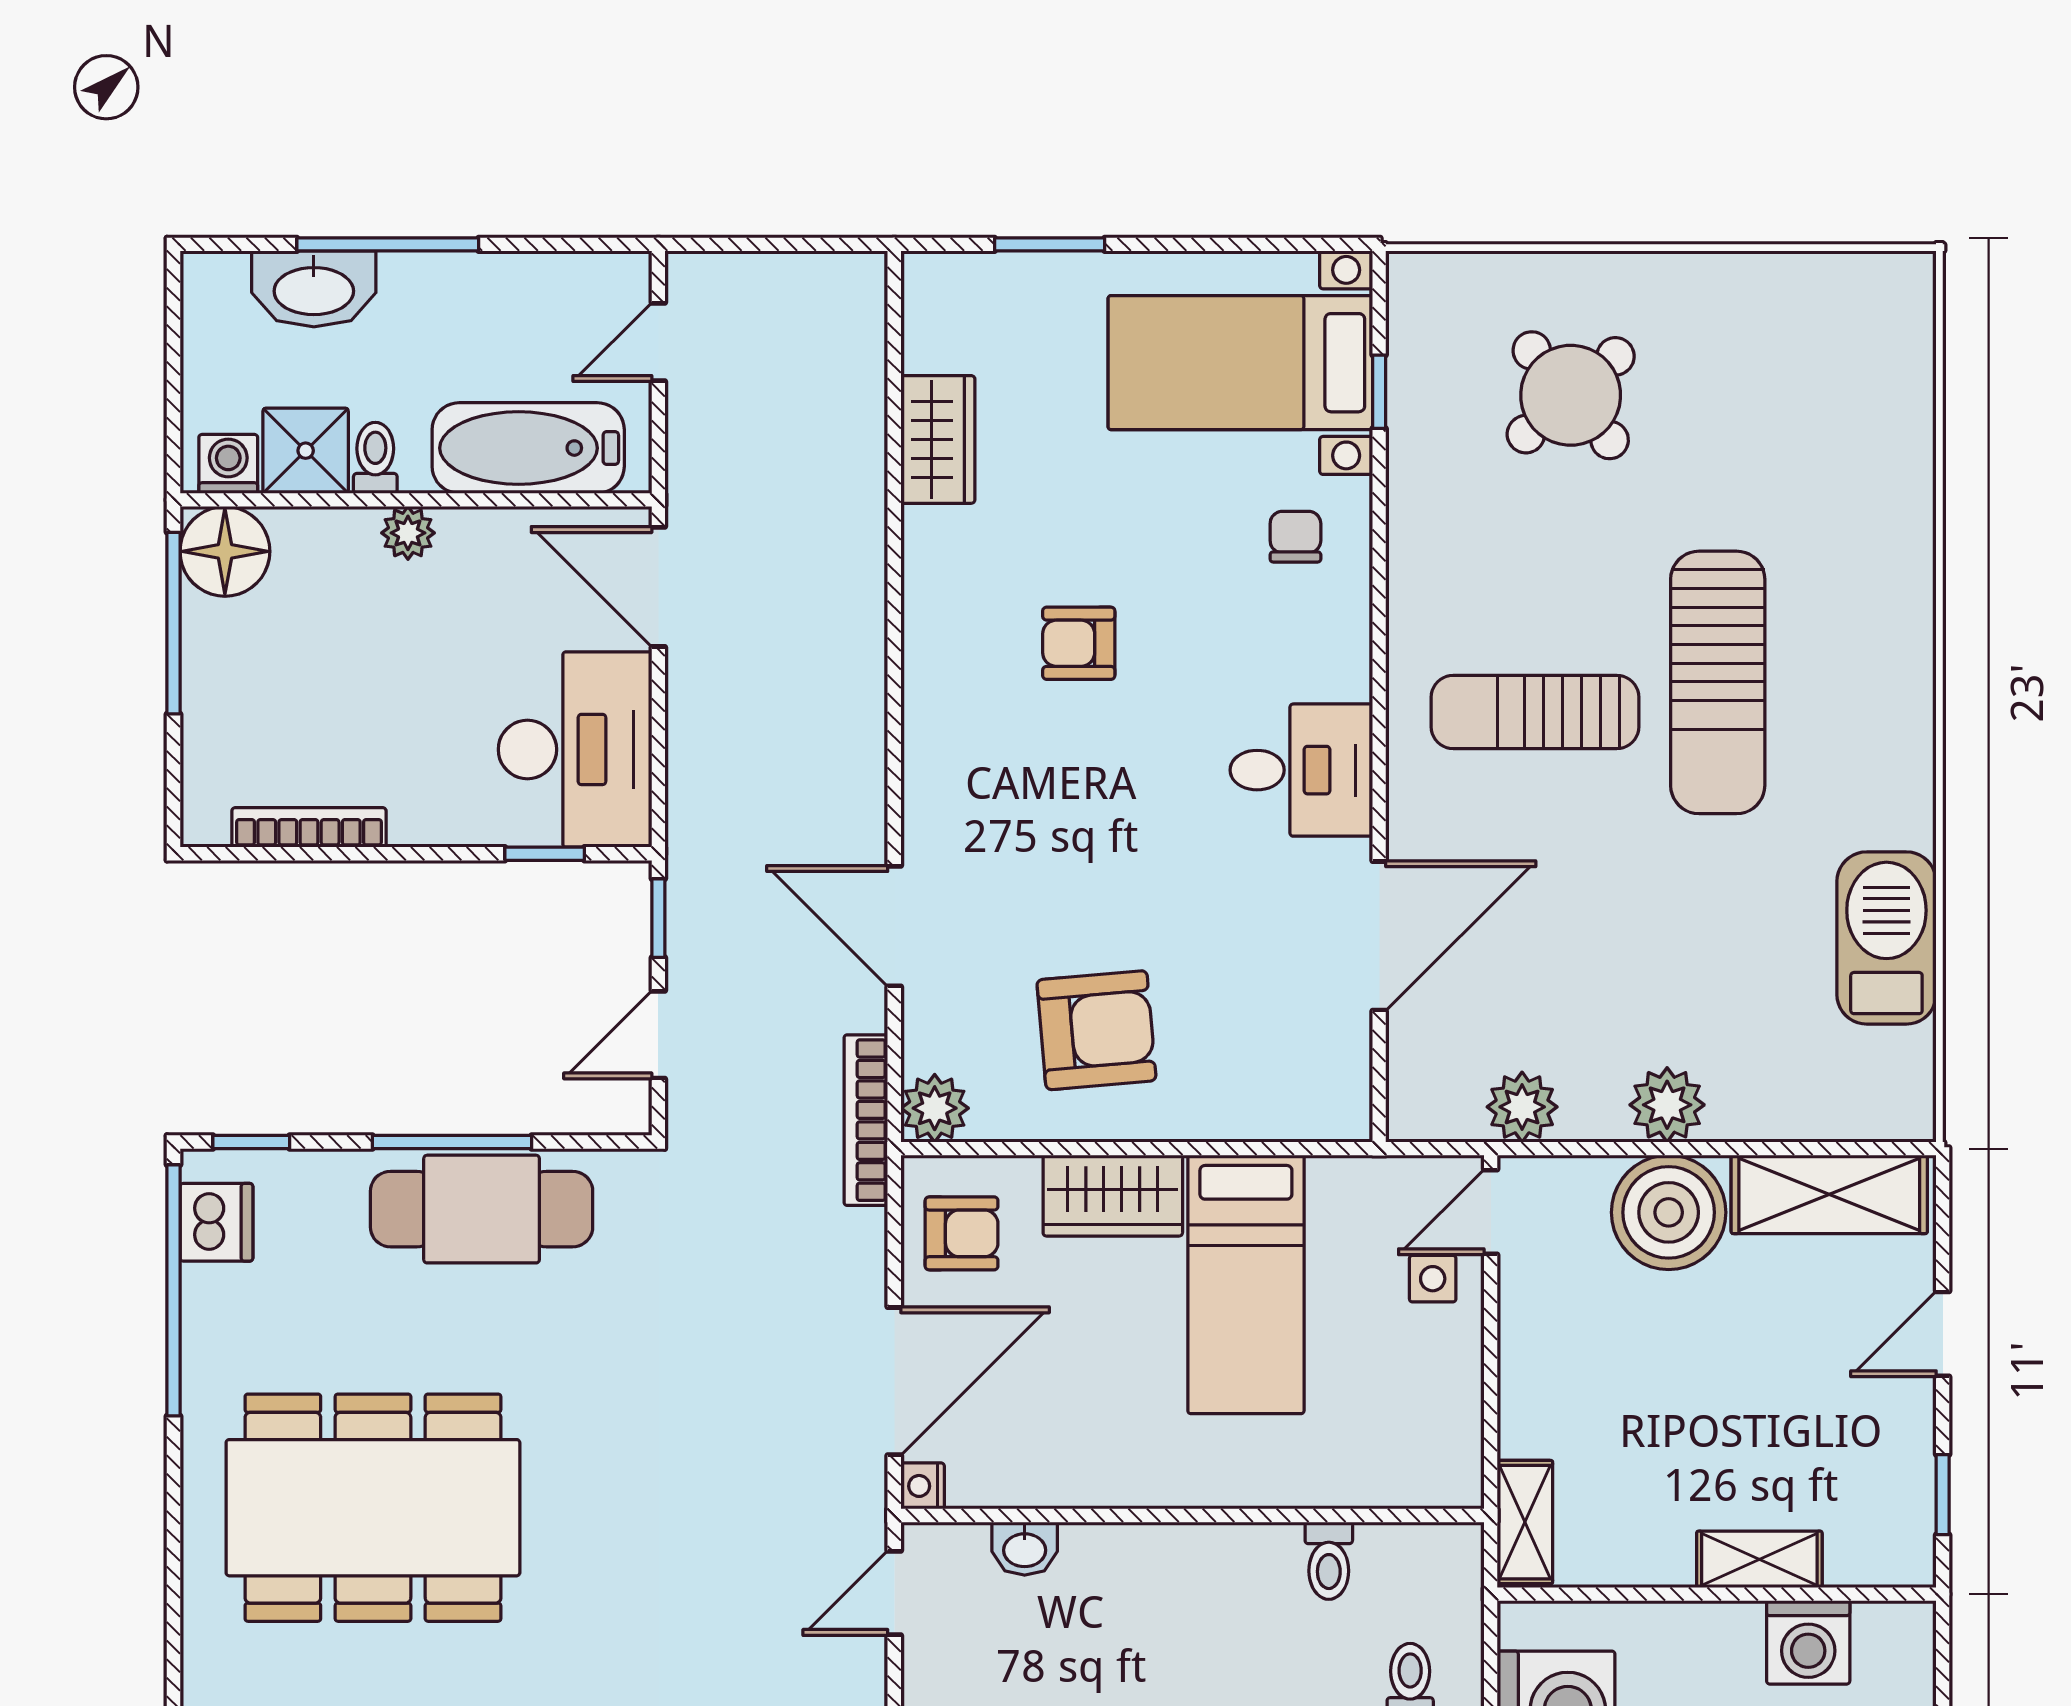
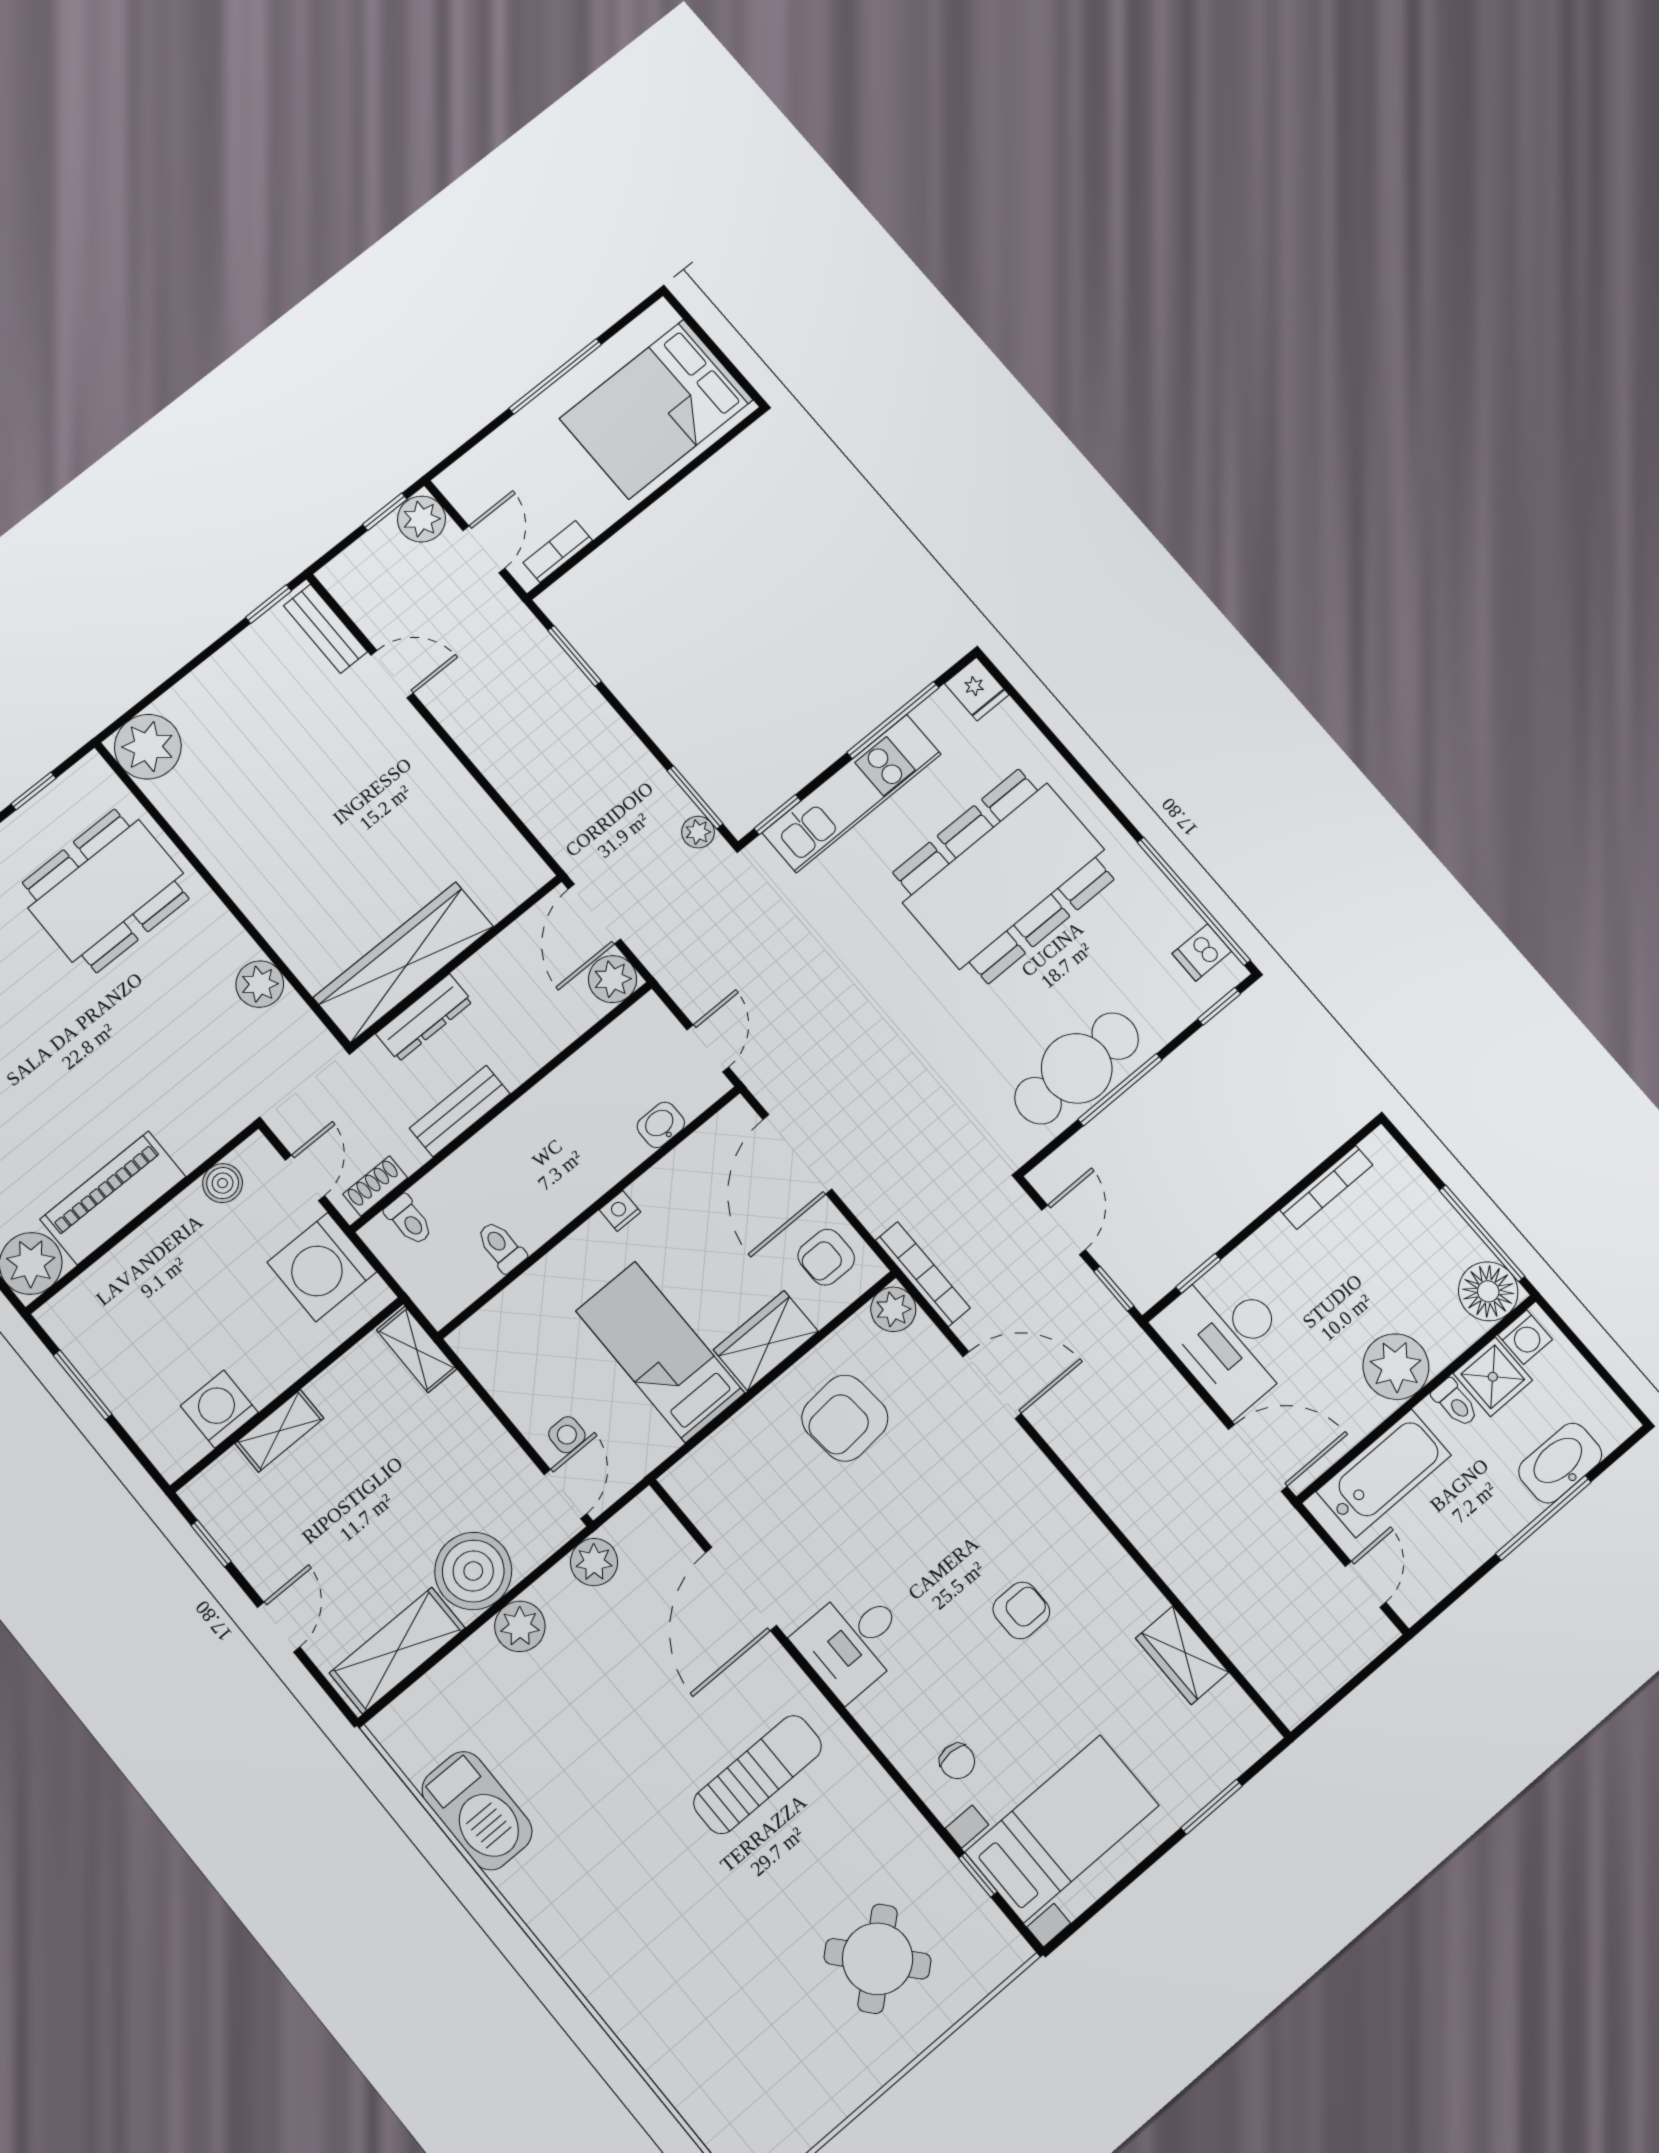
plant: (408, 533) -> (1396, 1367), width x1.87, depth x1.87
sun lounger: (1718, 682) -> (676, 1871), removed
dishwasher: (216, 1222) -> (1202, 952), width x0.73
nightstand: (923, 1486) -> (620, 1211), moved, turned -90

